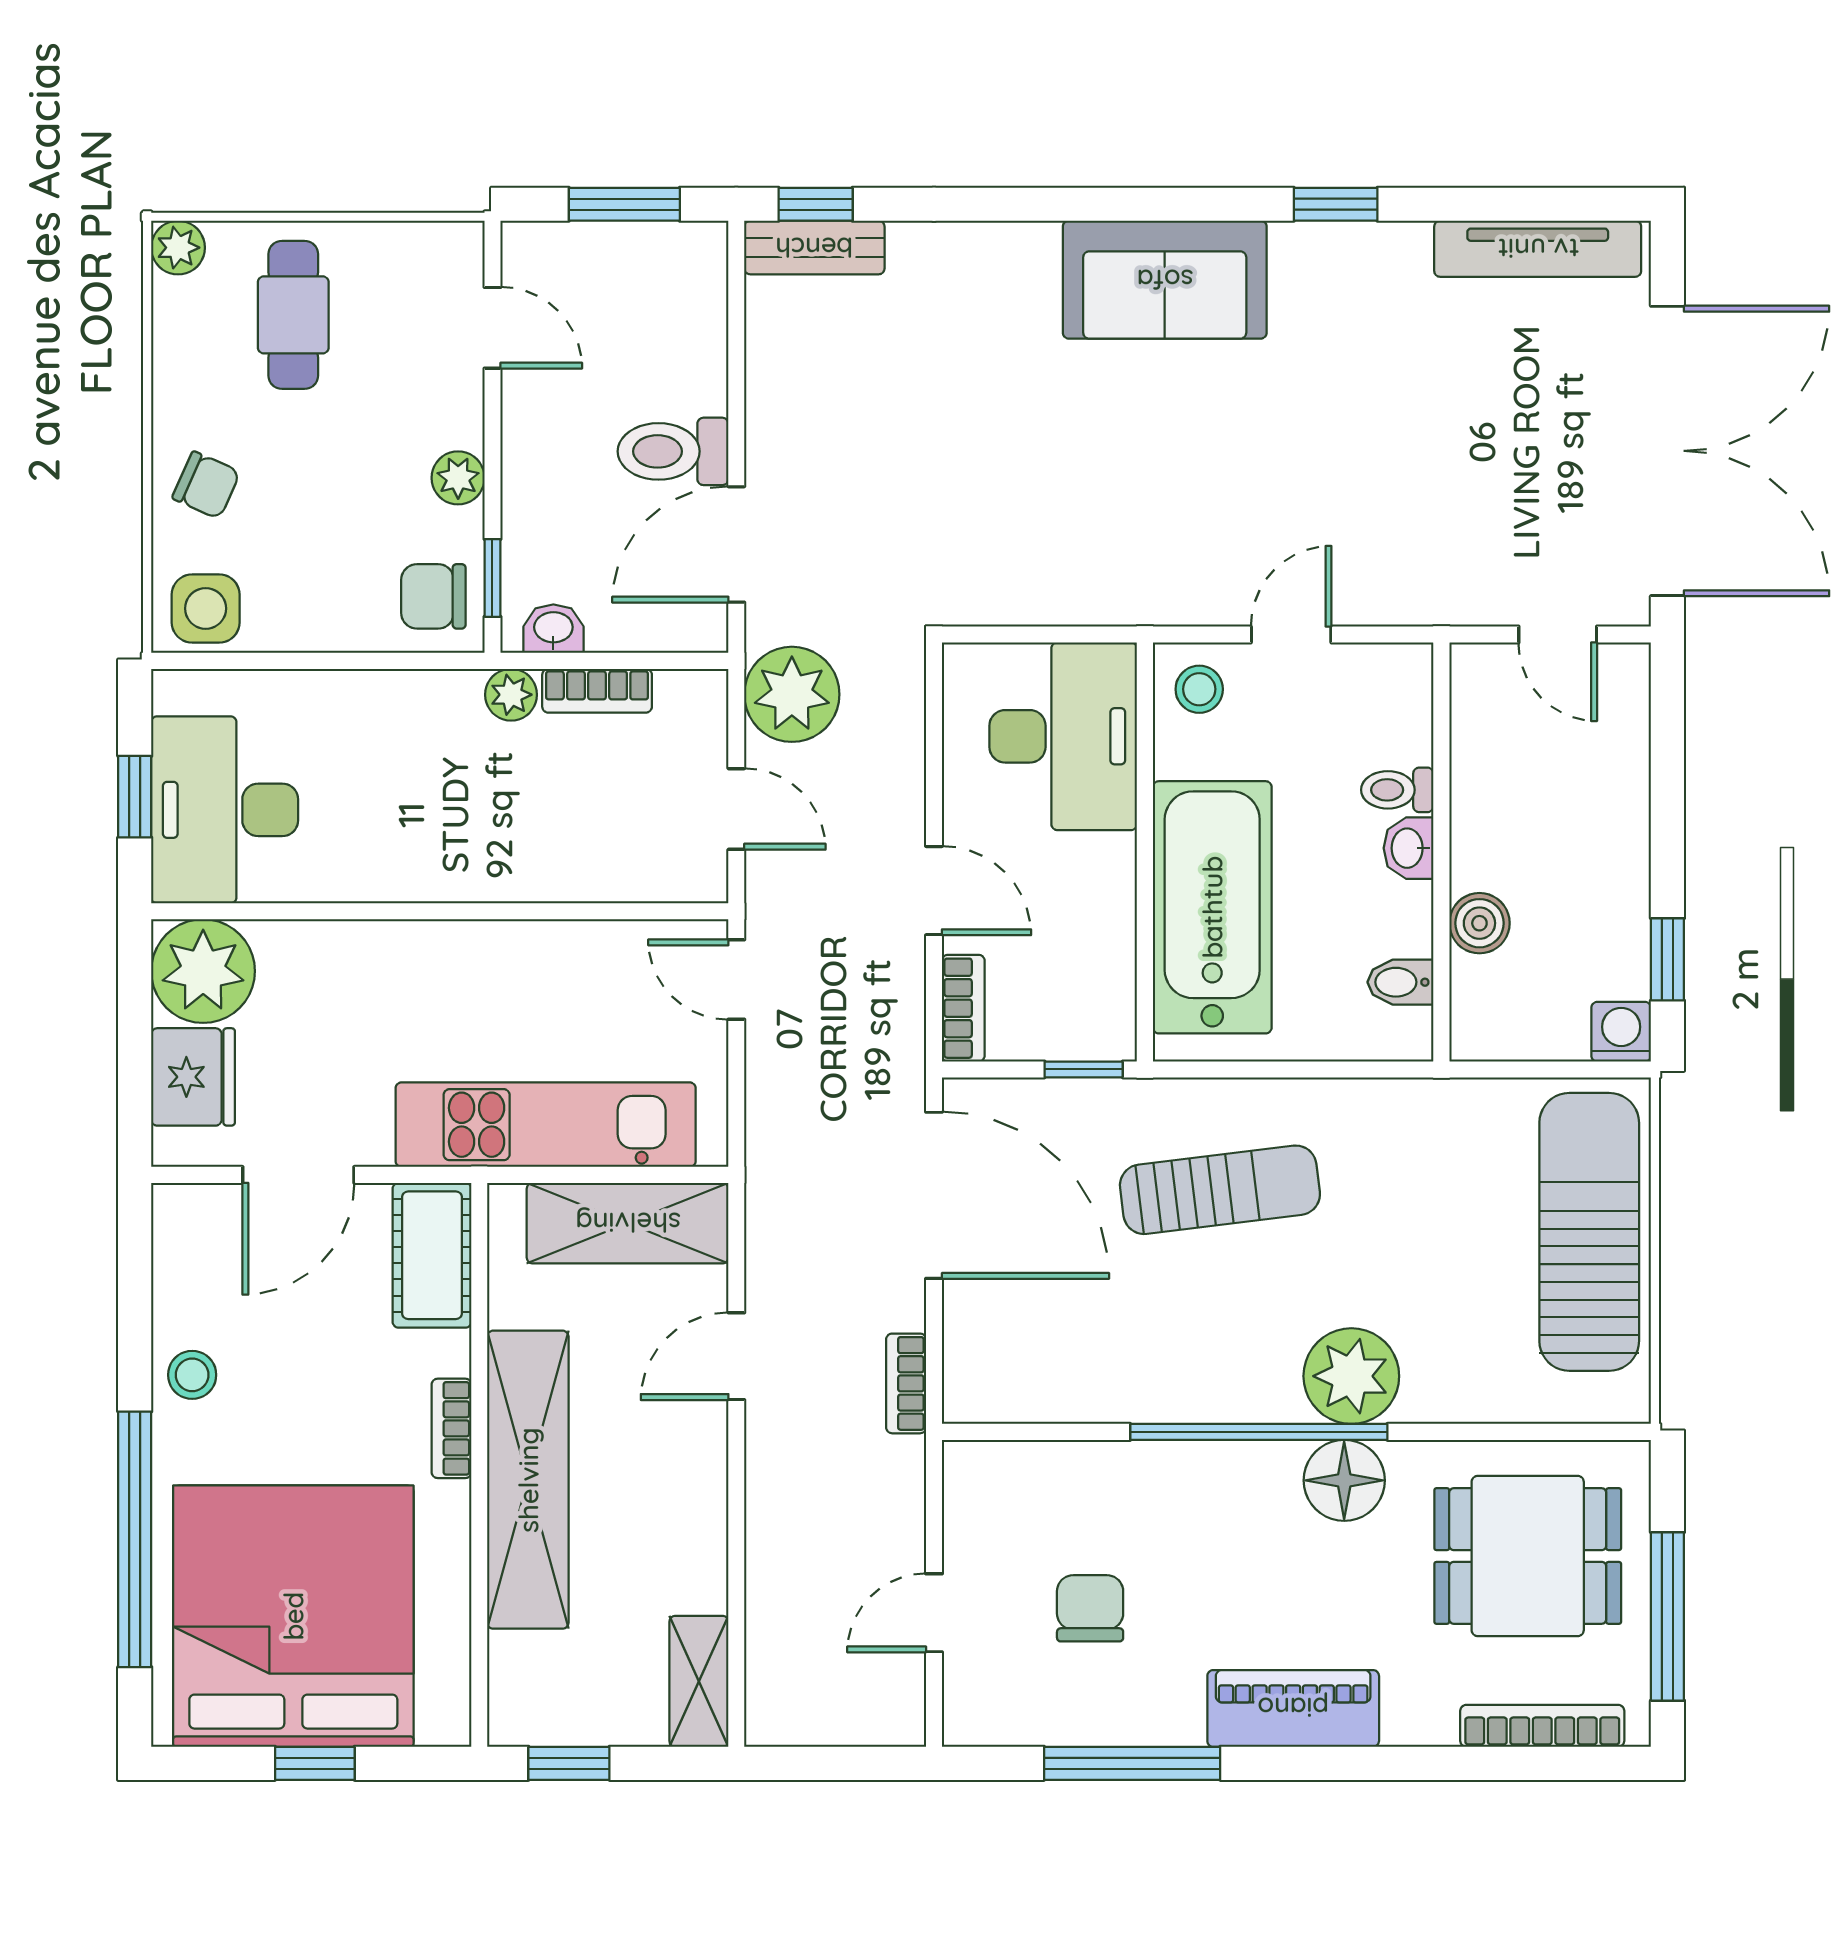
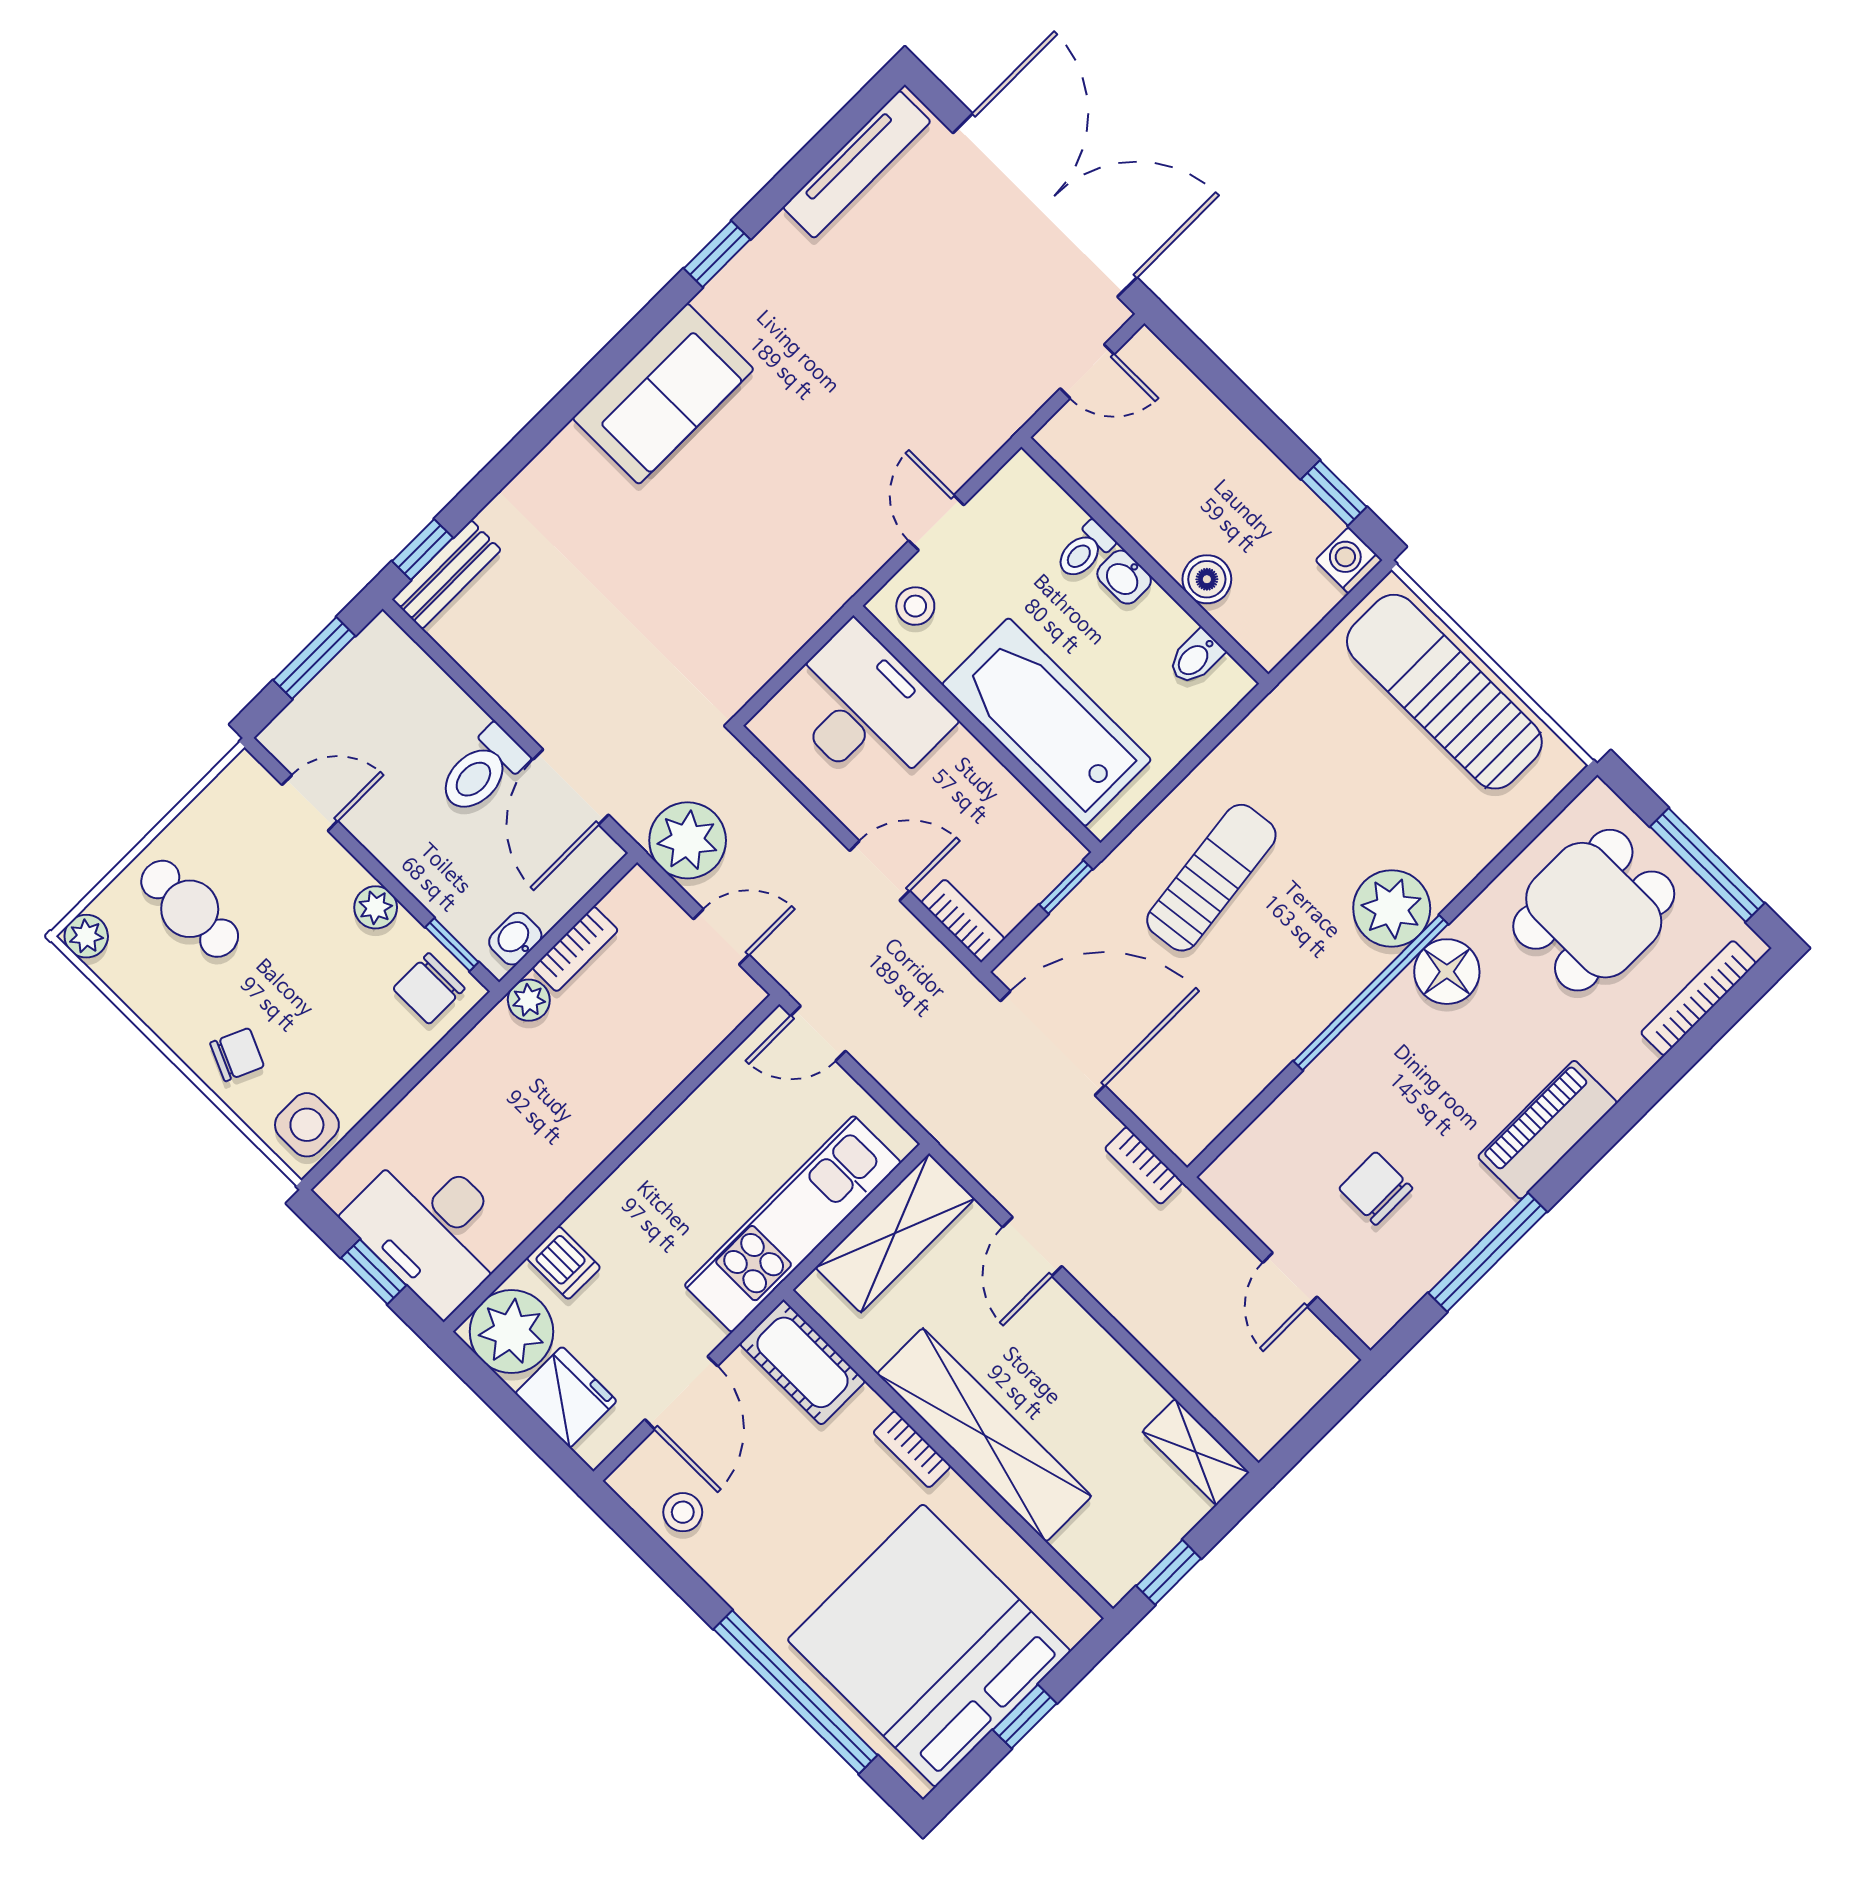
dishwasher: (310, 957) -> (564, 1263), added
stool: (192, 1375) -> (683, 1512), moved

